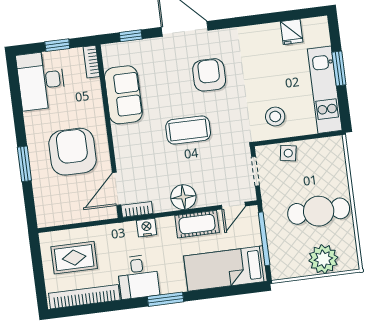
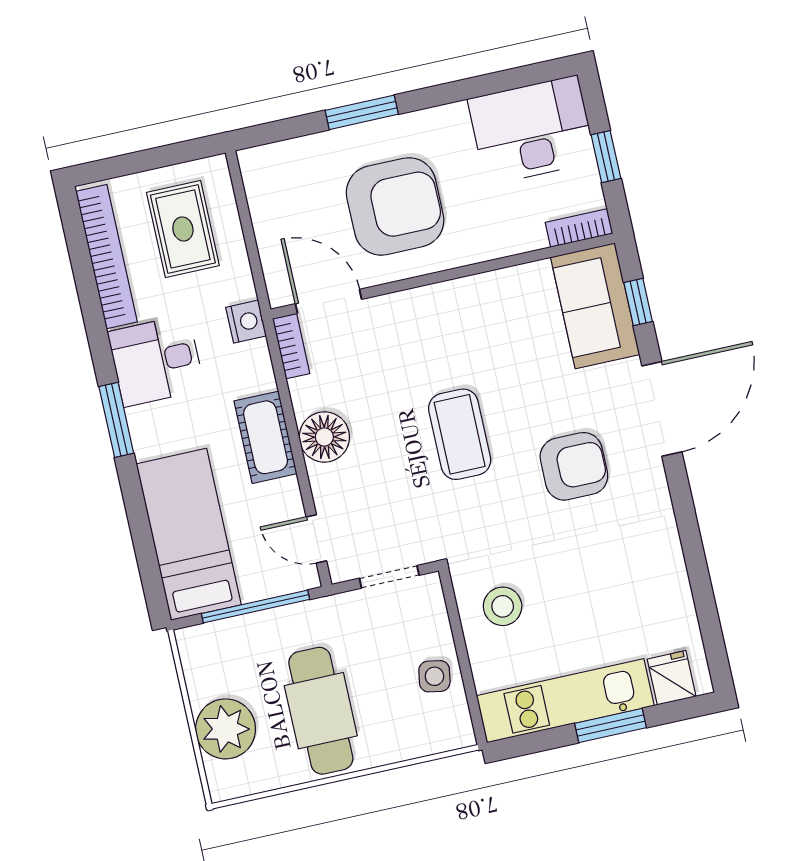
fridge: (292, 32) -> (672, 678), moved, turned 90
sofa: (123, 95) -> (595, 306), moved, turned 90
side table: (288, 153) -> (434, 676), moved
cot: (197, 224) -> (266, 437), moved
nightstand: (147, 228) -> (246, 322), moved

